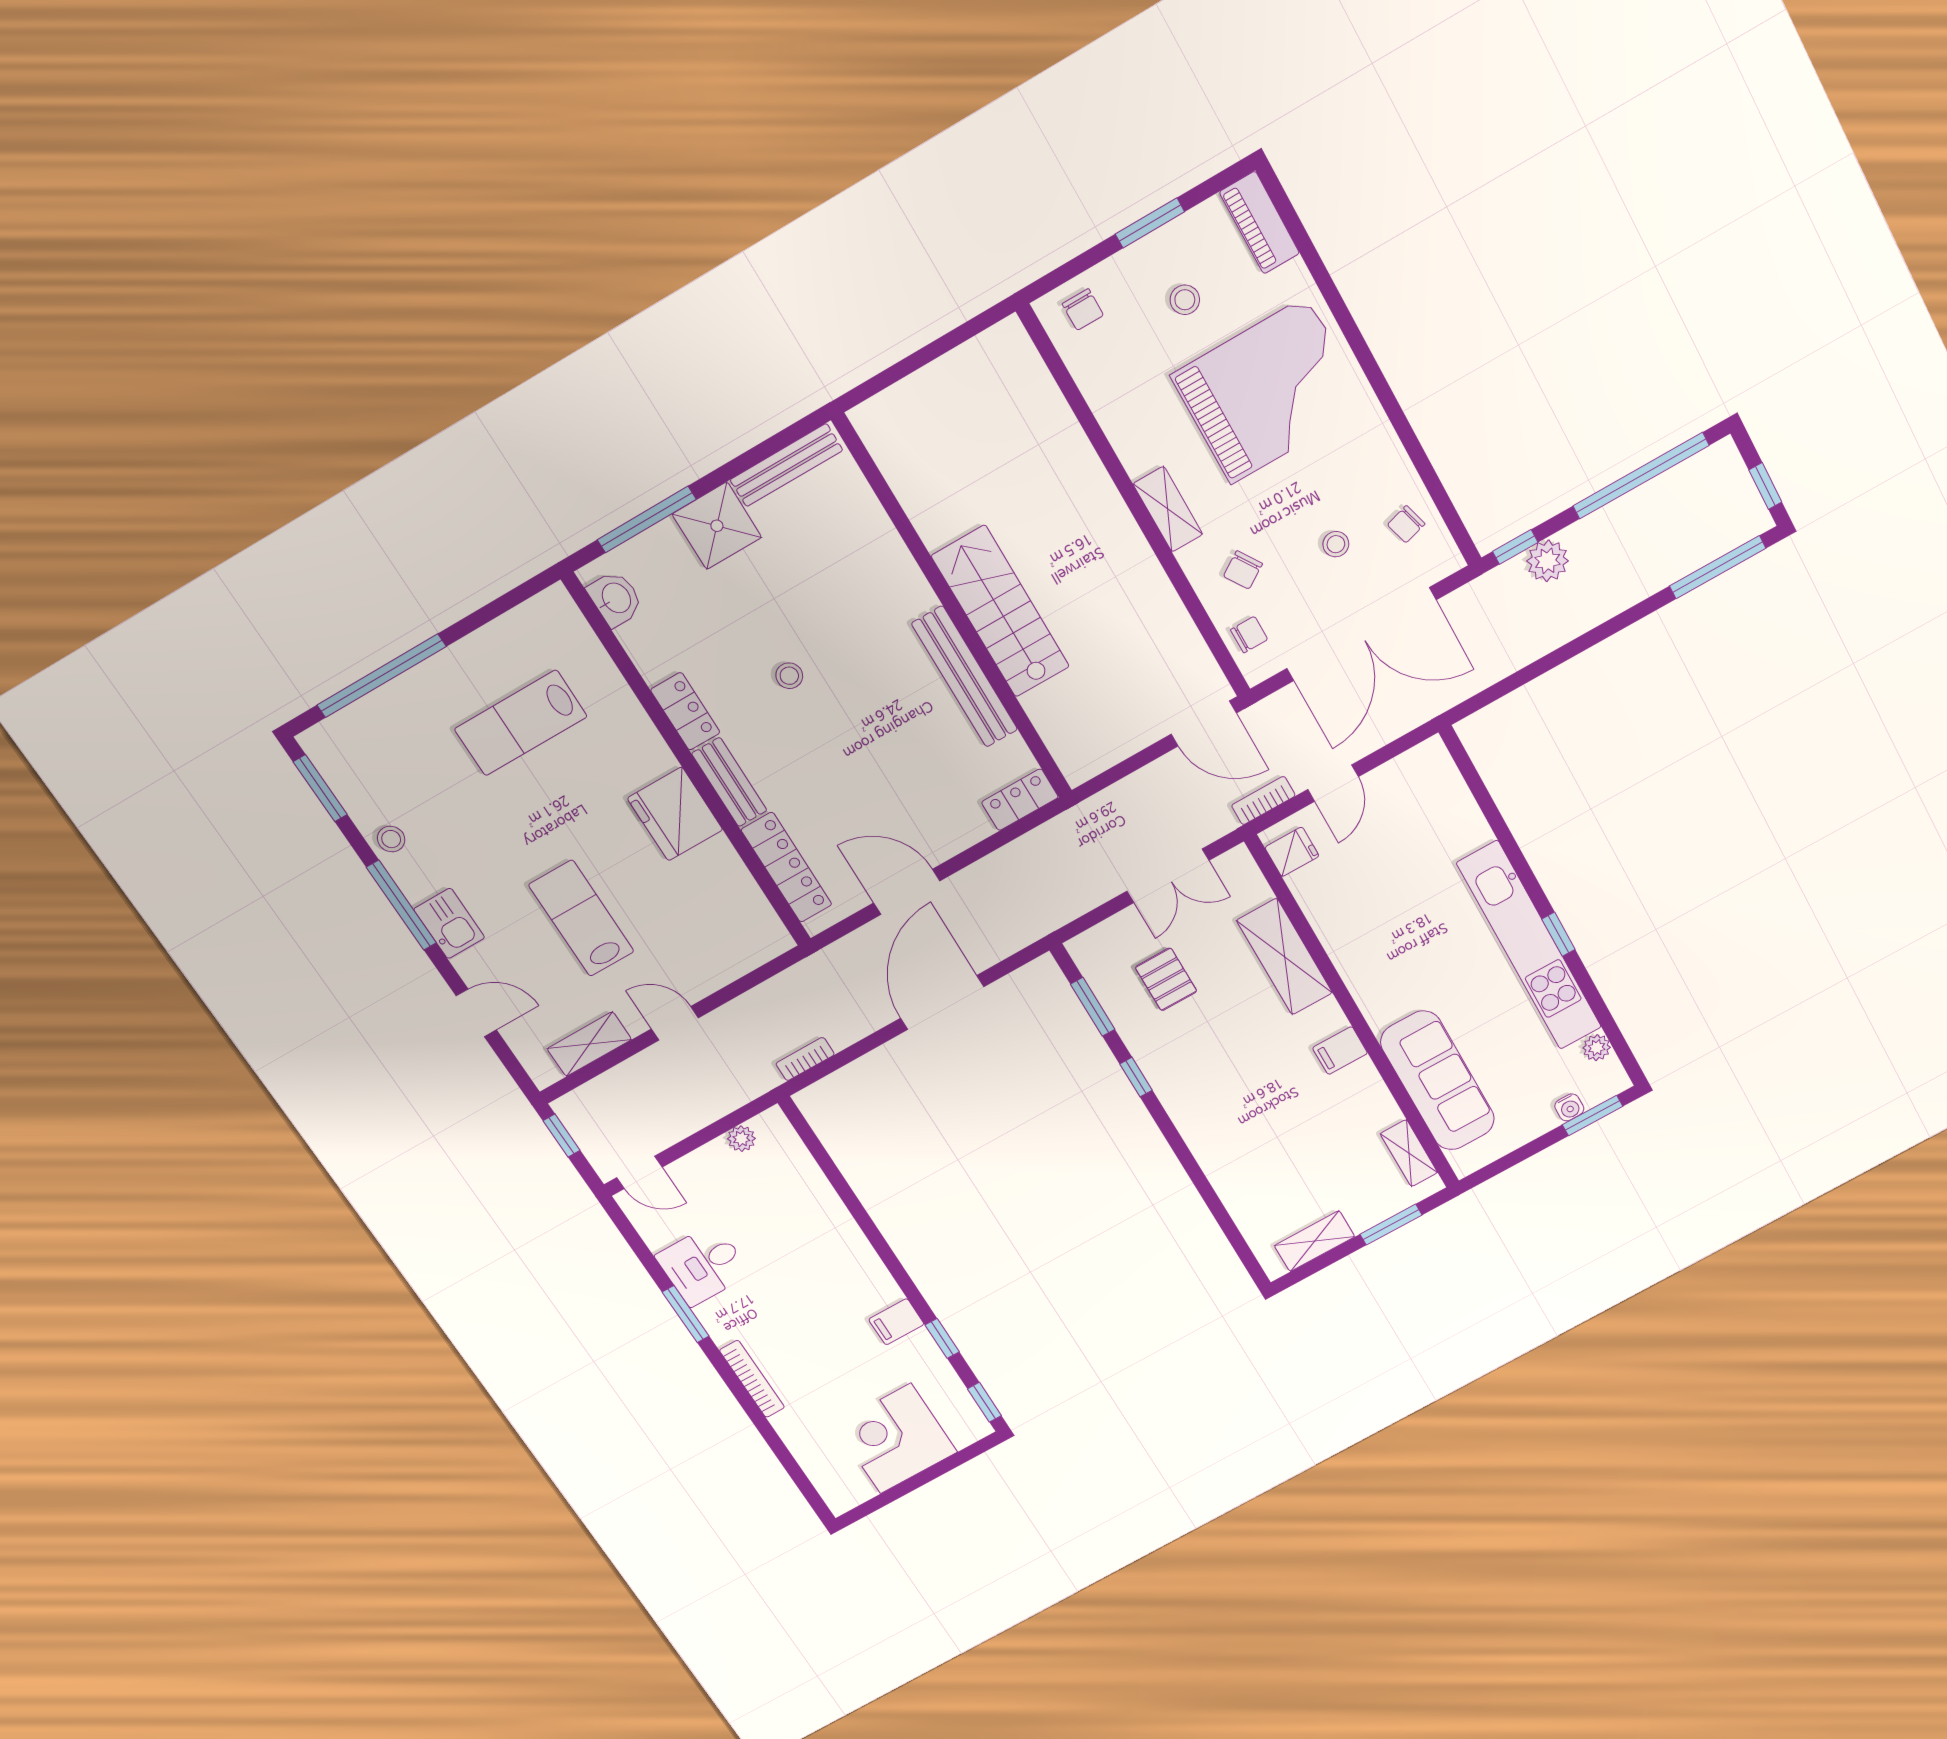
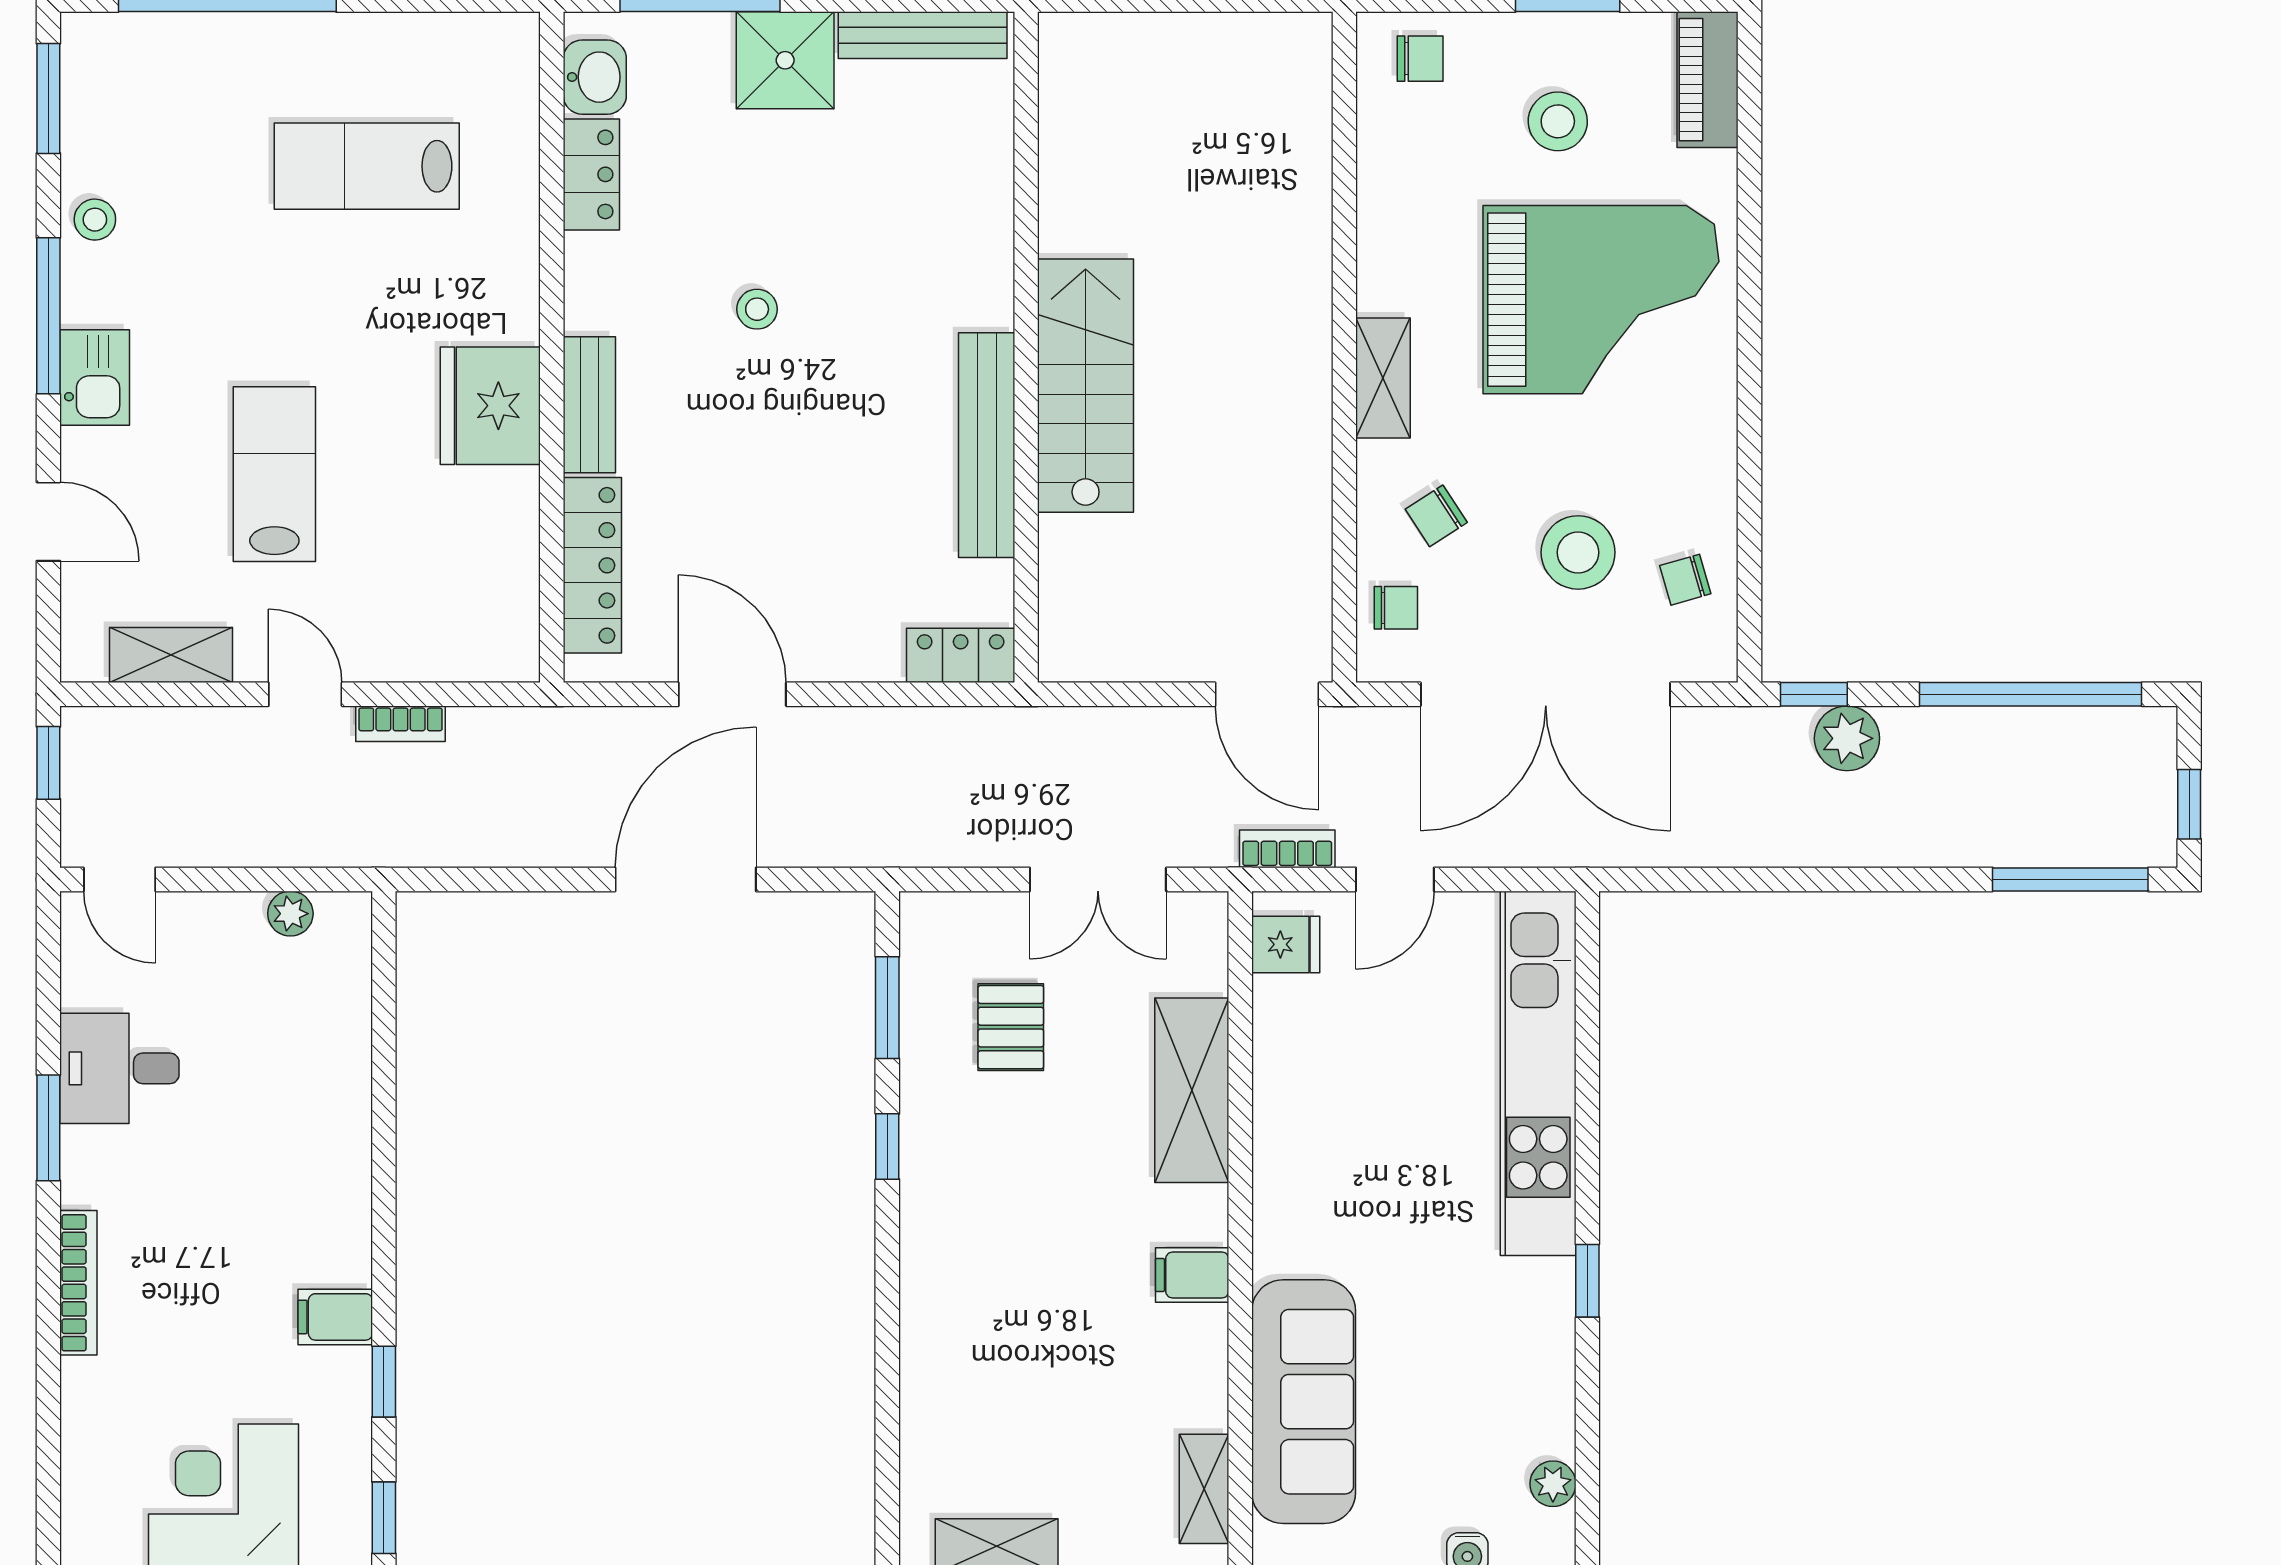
stool: (1185, 300) -> (1558, 121), width x1.37, depth x1.37
chair: (1083, 310) -> (1420, 59), turned -90
stool: (1336, 544) -> (1578, 552), width x1.89, depth x1.89
locker: (685, 711) -> (591, 174), moved
kitchen unit: (1529, 946) -> (1538, 1073), moved
bookcase: (805, 1059) -> (401, 724), moved, turned 180

